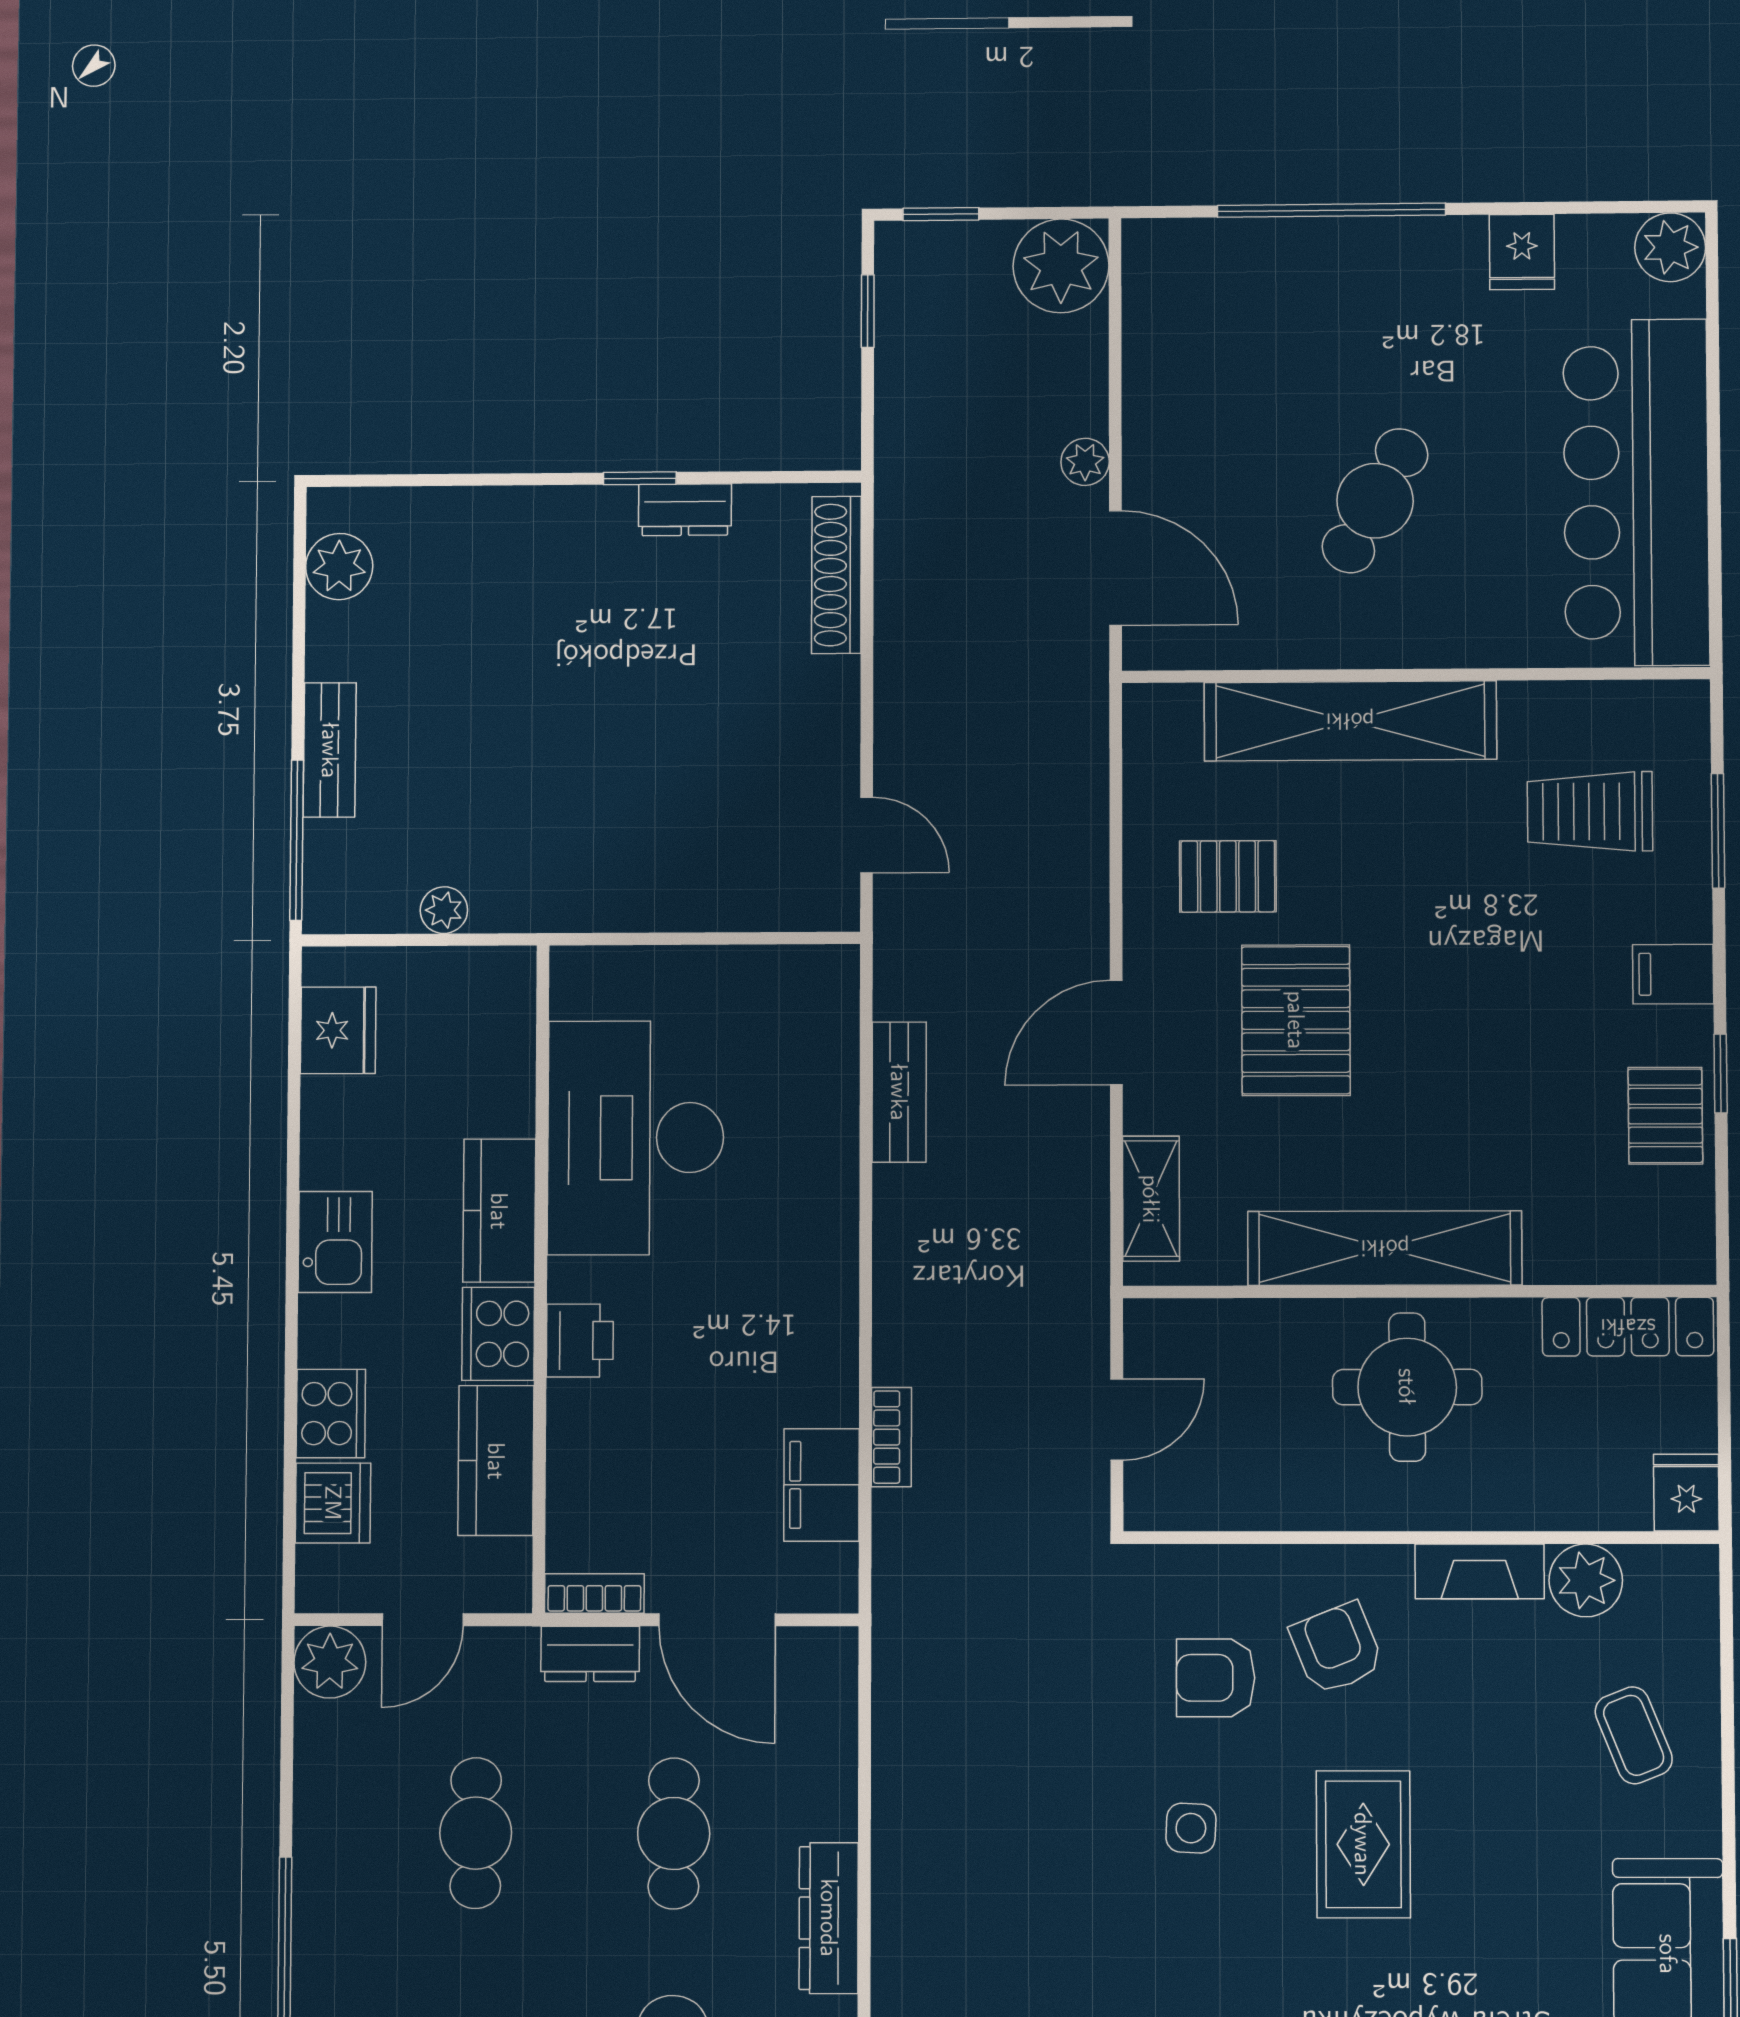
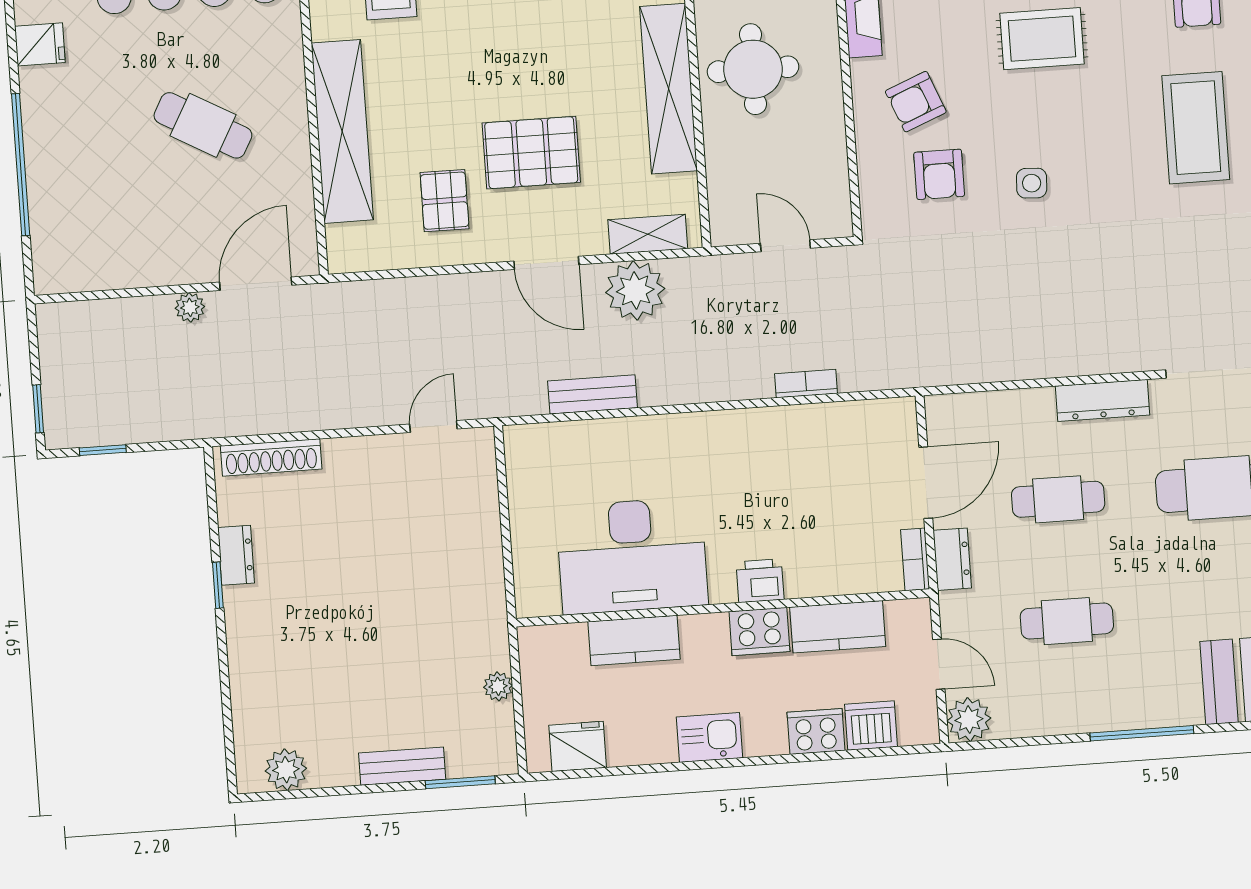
plant: (1061, 266) -> (635, 290), moved
window: (297, 840) -> (460, 782), width x0.69
kitchen counter: (499, 1211) -> (634, 640), moved
filing cabinet: (821, 1485) -> (838, 425), removed
rug: (1363, 1844) -> (1042, 39), moved

